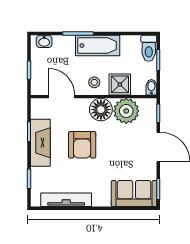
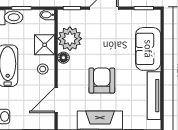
floor lamp: (101, 110) -> (63, 58), width x0.53, depth x0.53
armchair: (82, 145) -> (102, 80), turned -90
sofa: (134, 194) -> (148, 49), moved

